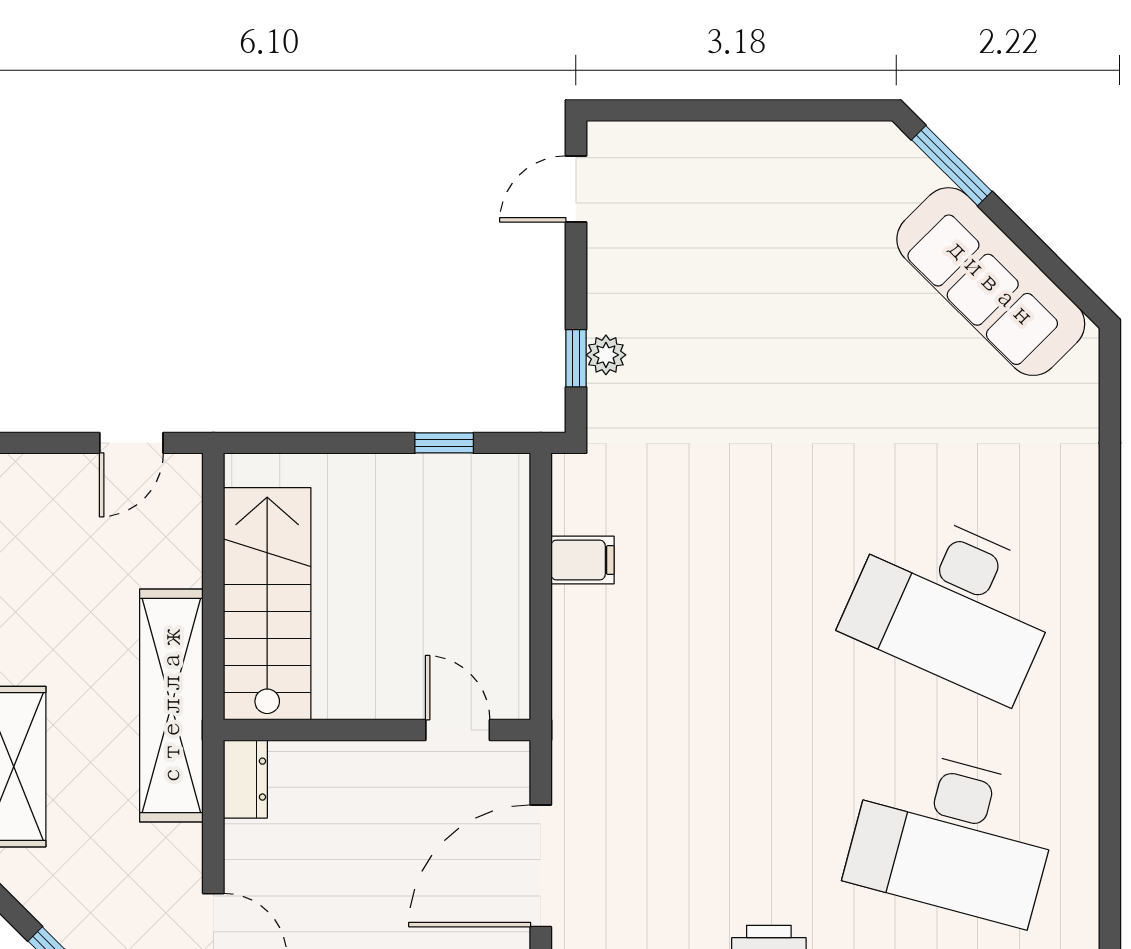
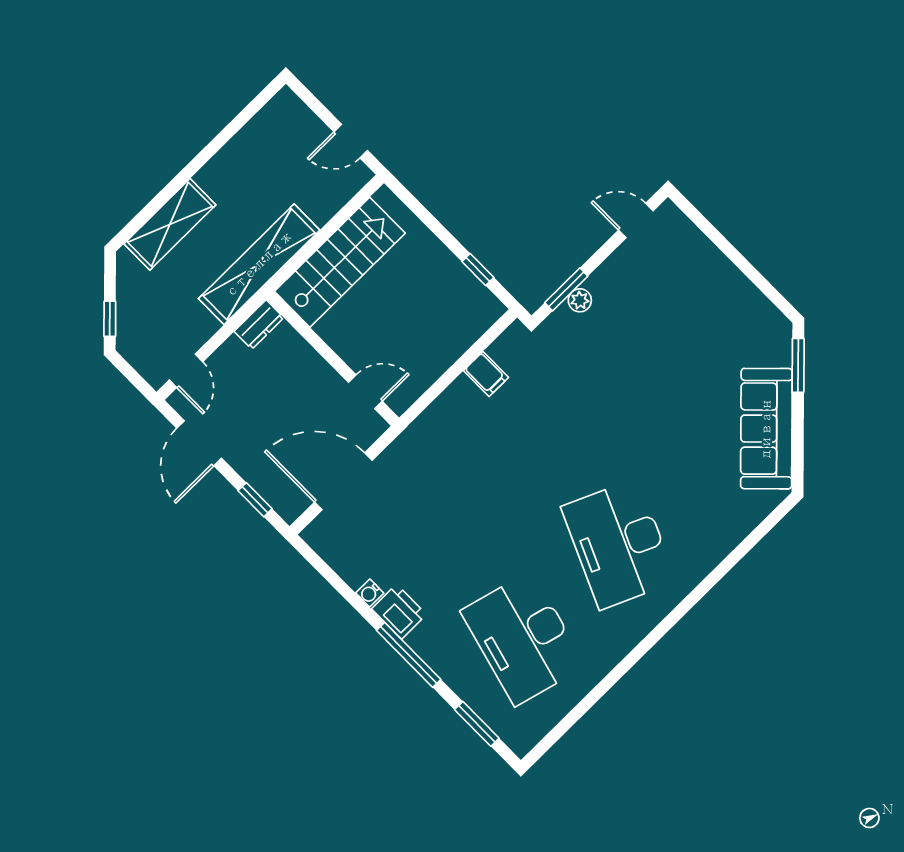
window: (576, 358) -> (566, 289), width x1.50
door: (458, 730) -> (365, 392), hinge flipped

